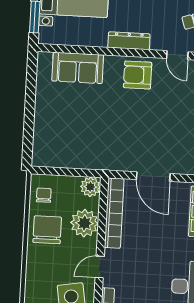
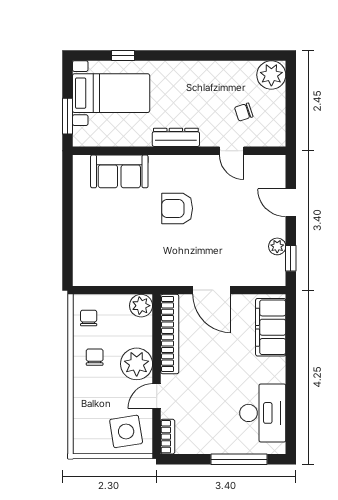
armchair: (138, 75) -> (177, 208), moved
plant: (84, 223) -> (137, 364), moved
chair: (47, 230) -> (95, 357), width x0.54, depth x0.54

